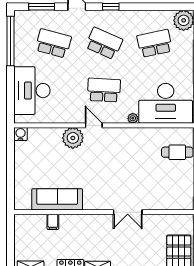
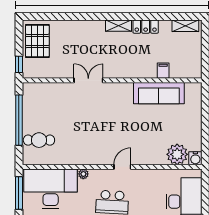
door: (94, 125) -> (122, 167), swing flipped
plant: (73, 138) -> (177, 154), moved

